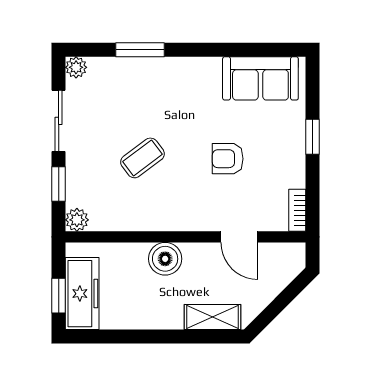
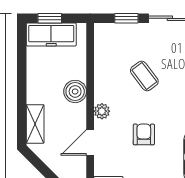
plant: (77, 220) -> (102, 111), moved

